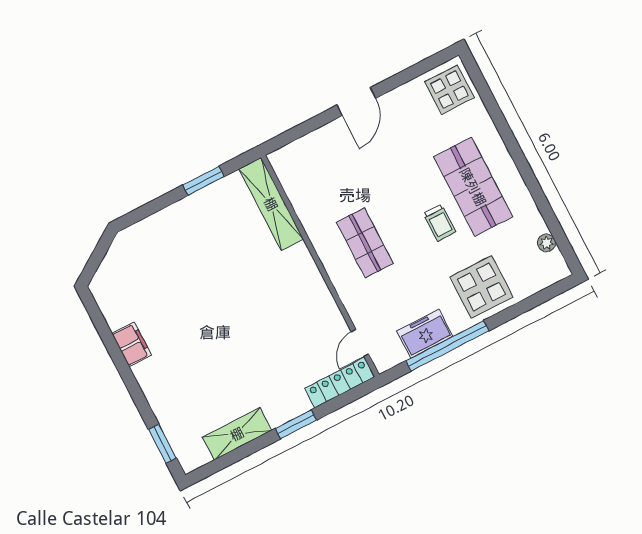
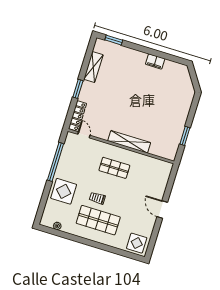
shelving: (271, 204) -> (129, 142), moved
freezer: (425, 334) -> (66, 159), removed

